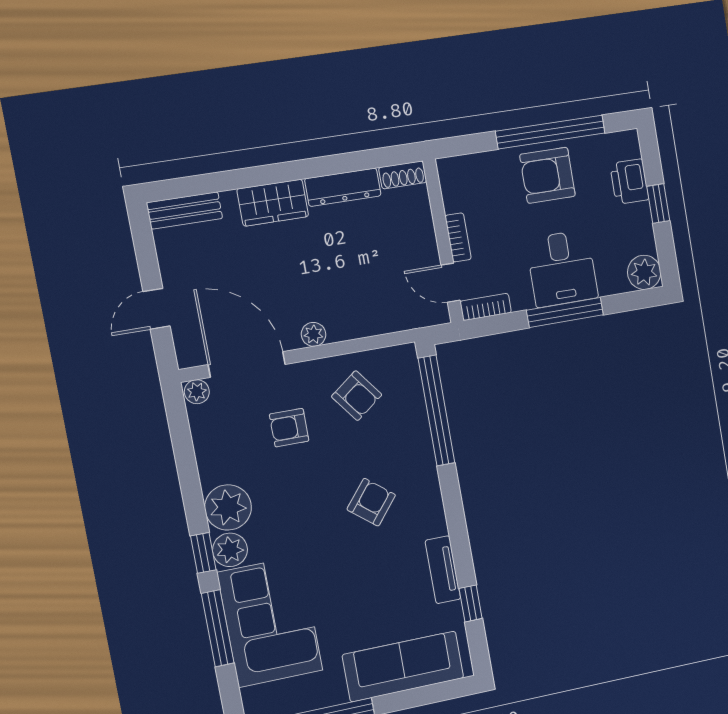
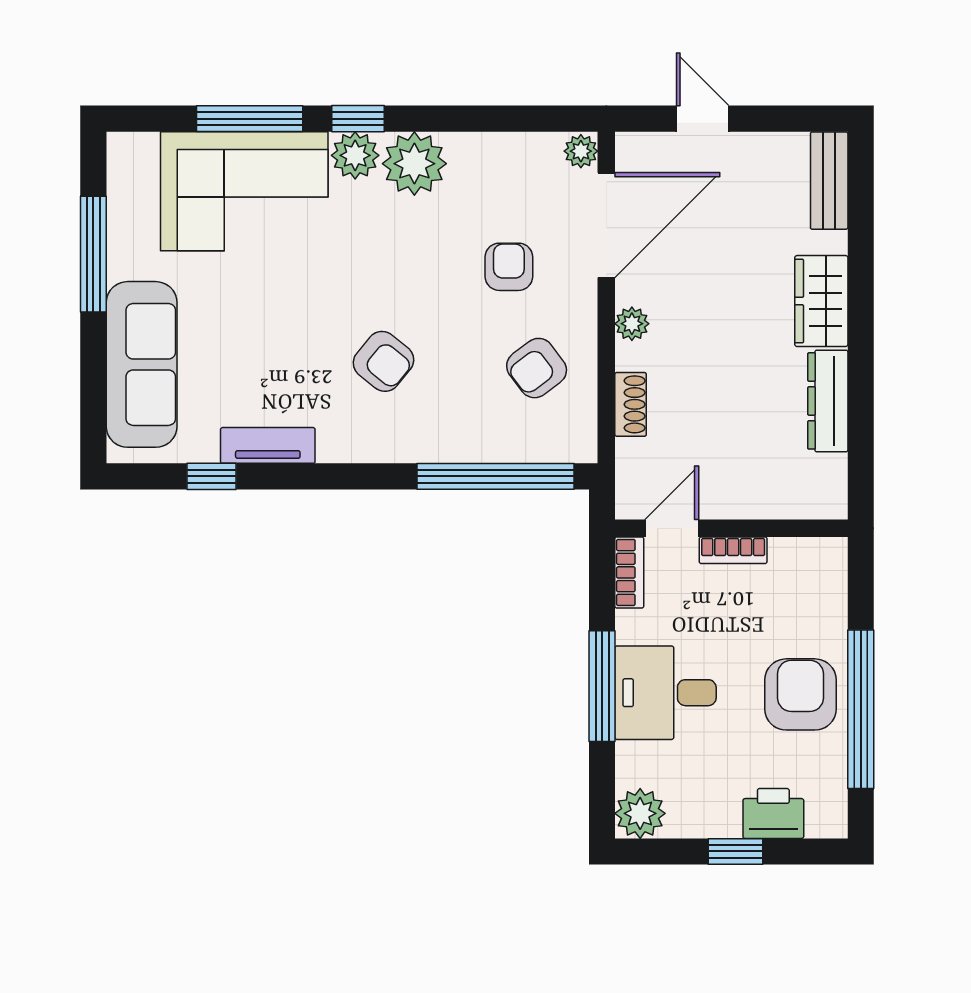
shoe rack: (403, 175) -> (631, 404), moved, turned 180

